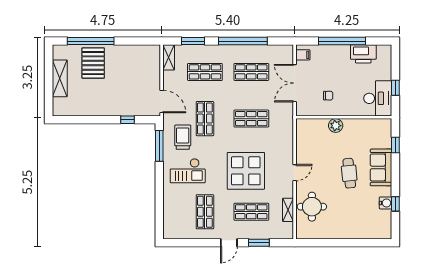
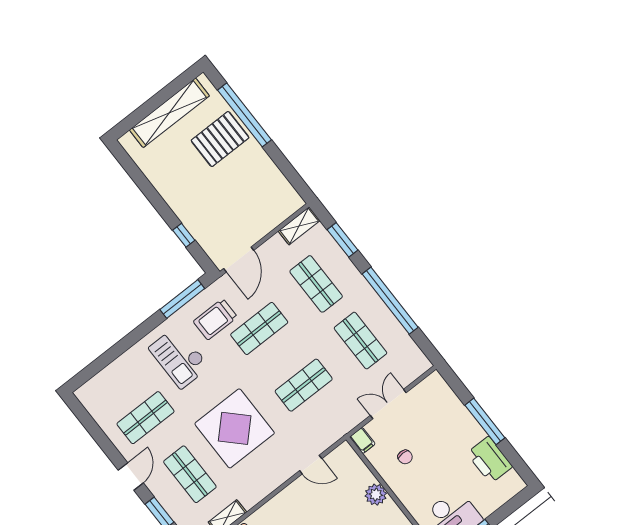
window: (342, 41) -> (485, 421), width x0.68
filing cabinet: (303, 55) -> (362, 440), moved
shelving: (60, 78) -> (169, 113), width x1.47
double door: (295, 83) -> (388, 404), width x0.73
shop shelf: (251, 119) -> (304, 385), turned 90
trolley: (183, 137) -> (215, 319), turned 180
door: (295, 173) -> (311, 465), moved
door: (229, 243) -> (131, 477), swing flipped

